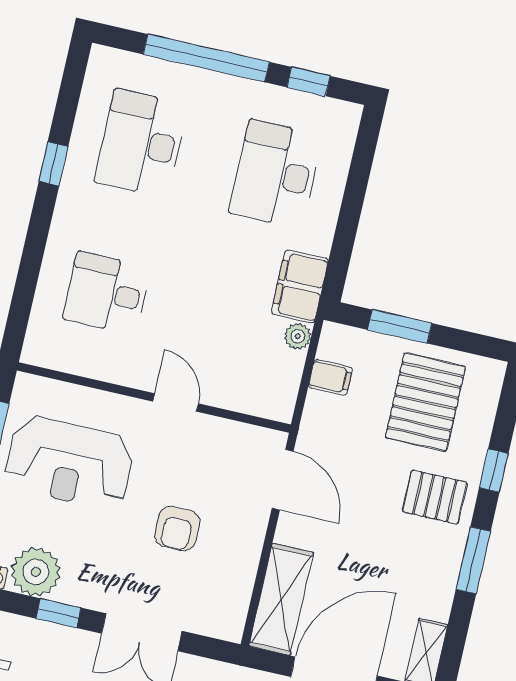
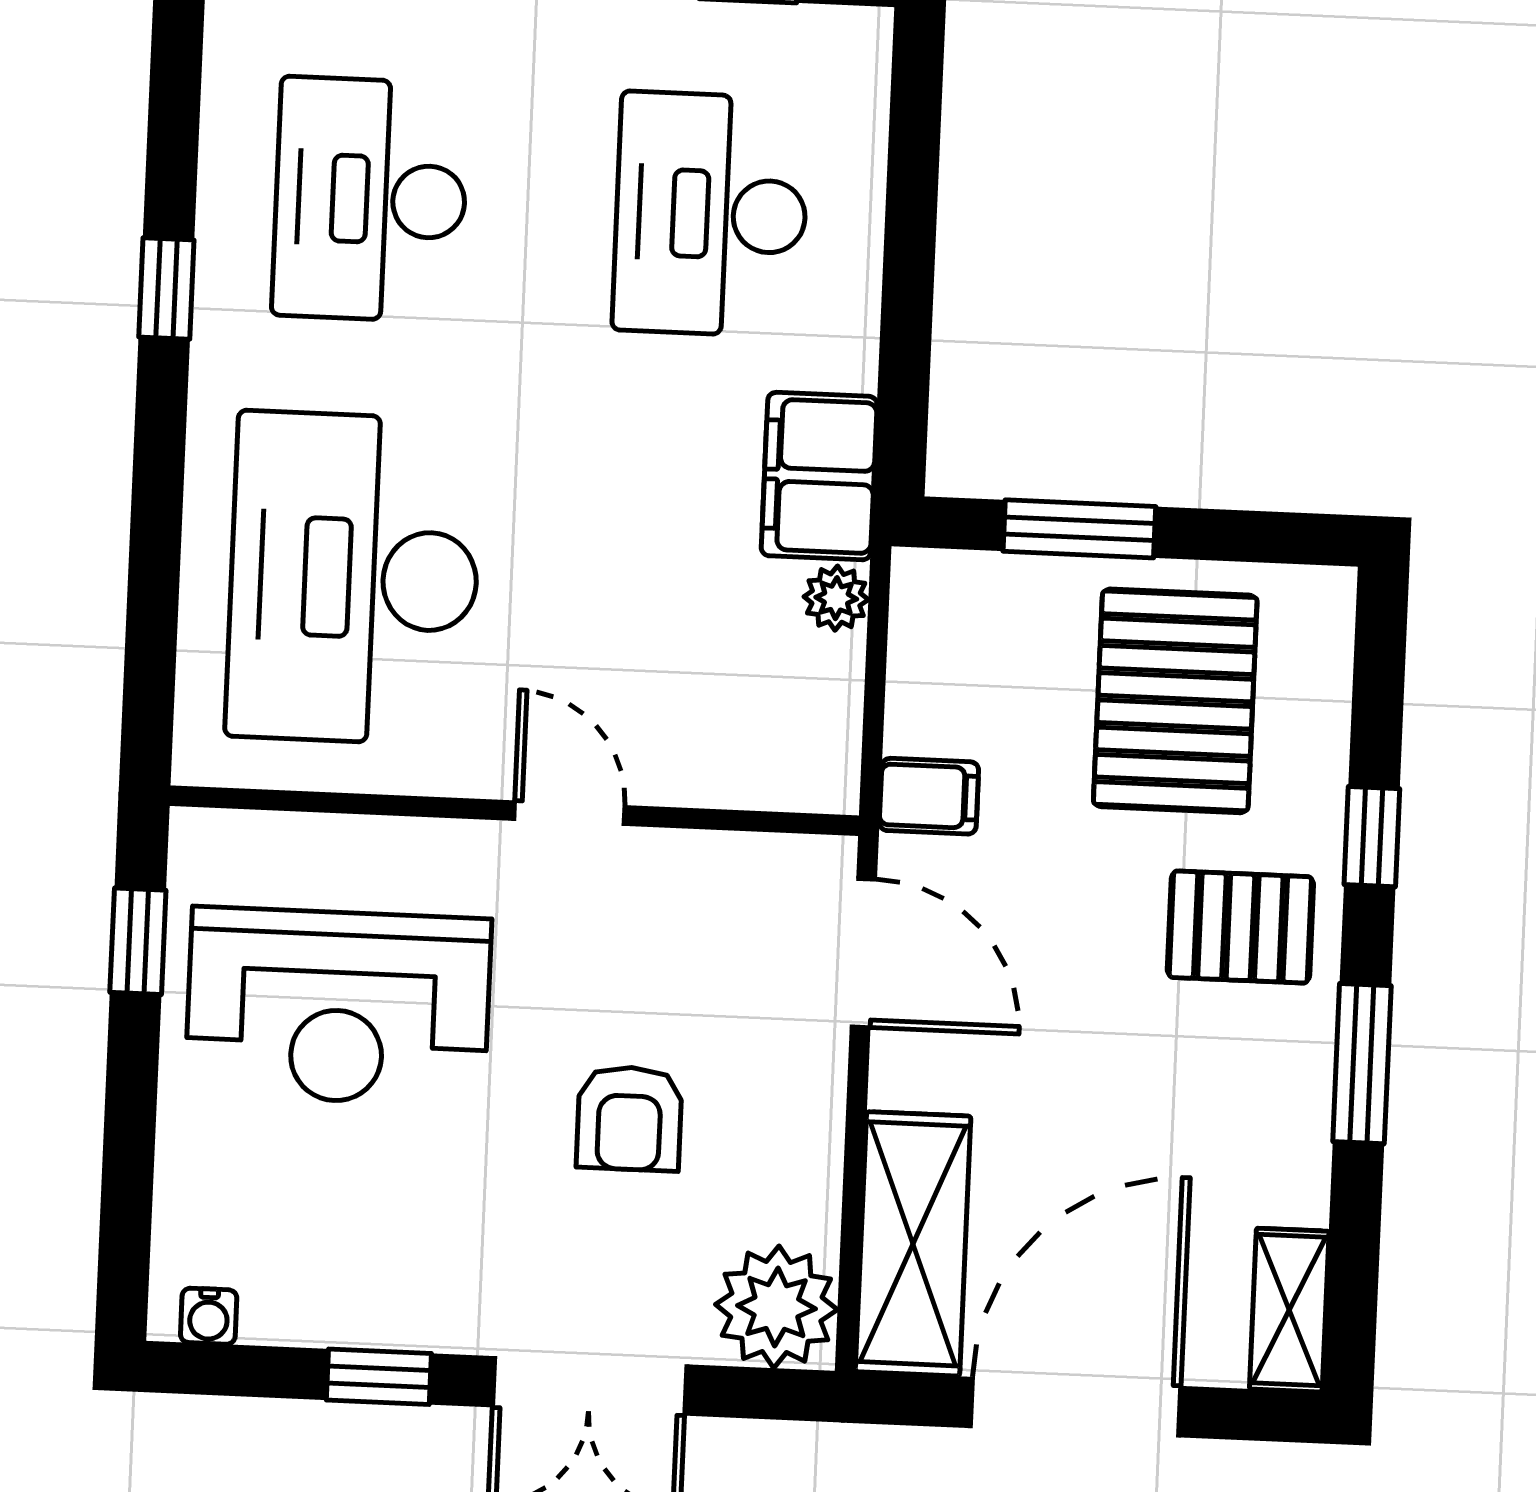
desk: (107, 293) -> (354, 578), width x1.87, depth x1.30
filing cabinet: (330, 377) -> (929, 796), moved
plant: (36, 572) -> (776, 1307), moved

